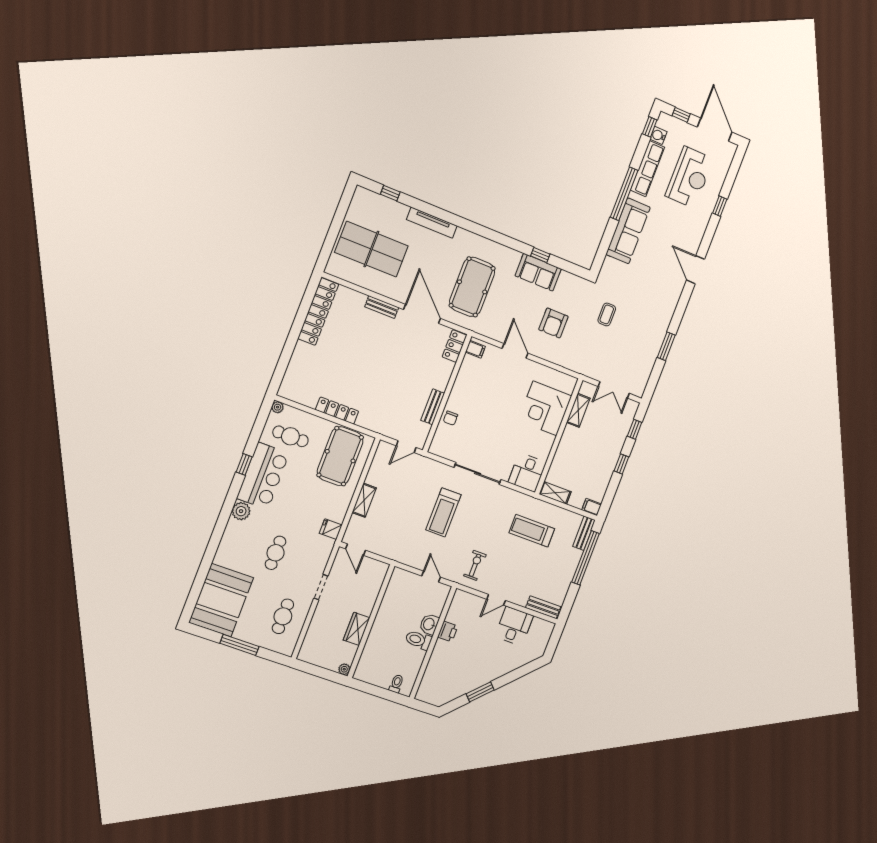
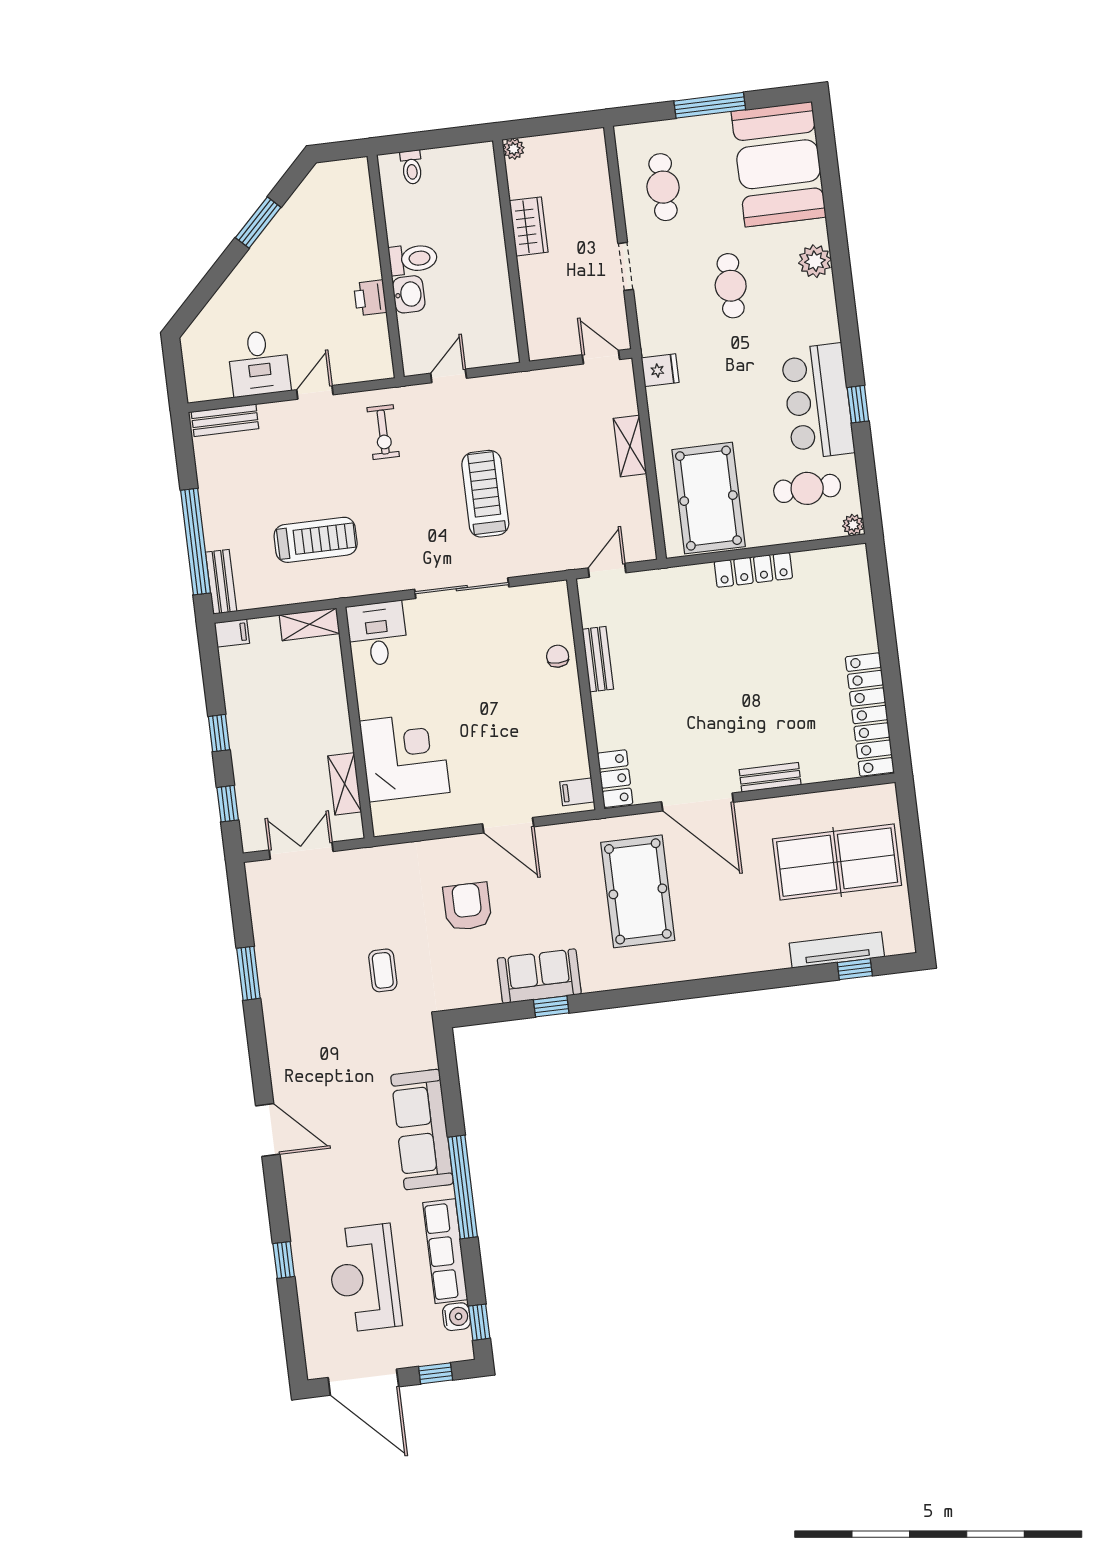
tv unit: (432, 223) -> (837, 950), moved
plant: (241, 511) -> (815, 261), moved
door: (431, 577) -> (449, 376), swing flipped

